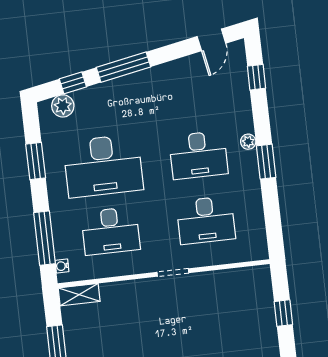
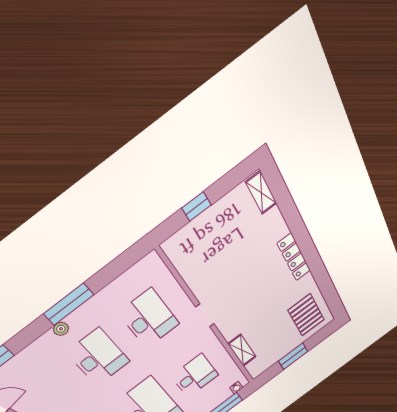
window: (266, 162) -> (69, 304), width x1.44
desk: (111, 231) -> (195, 376), width x0.73
shelving: (79, 295) -> (242, 350), moved

